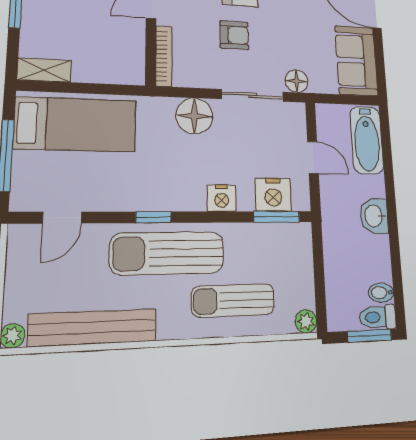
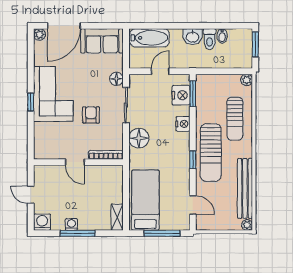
bidet: (381, 293) -> (222, 36), moved
toilet: (378, 317) -> (210, 39), moved

